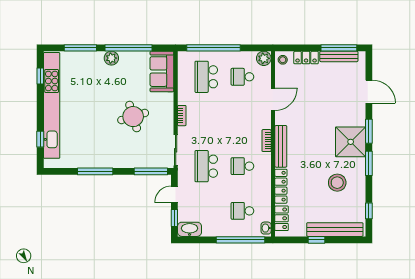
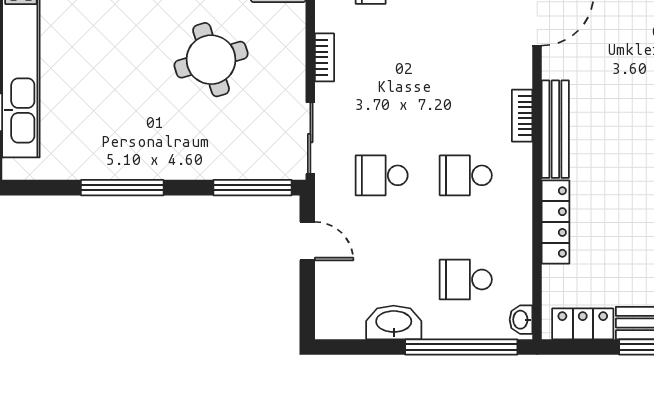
school desk: (206, 166) -> (382, 175), width x0.54
door: (174, 194) -> (307, 241), swing flipped
window: (174, 218) -> (307, 296), removed
locker: (282, 218) -> (583, 324), moved, turned -90
washbasin: (190, 229) -> (394, 322), moved

